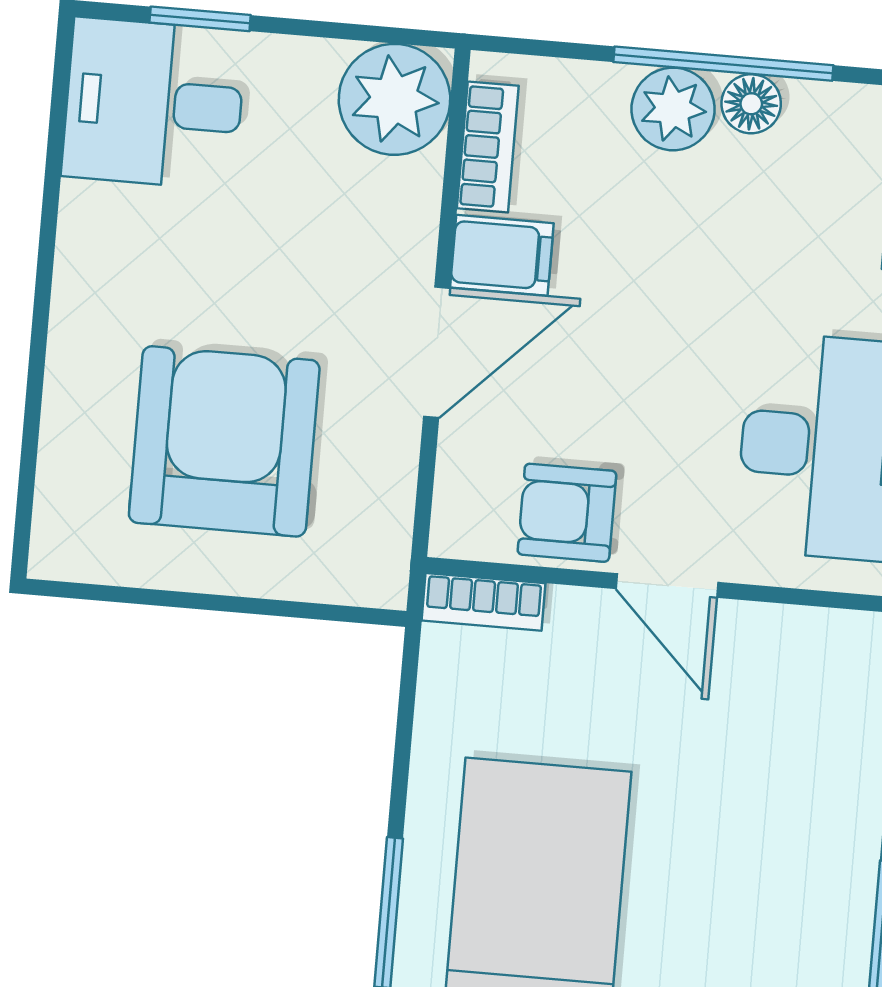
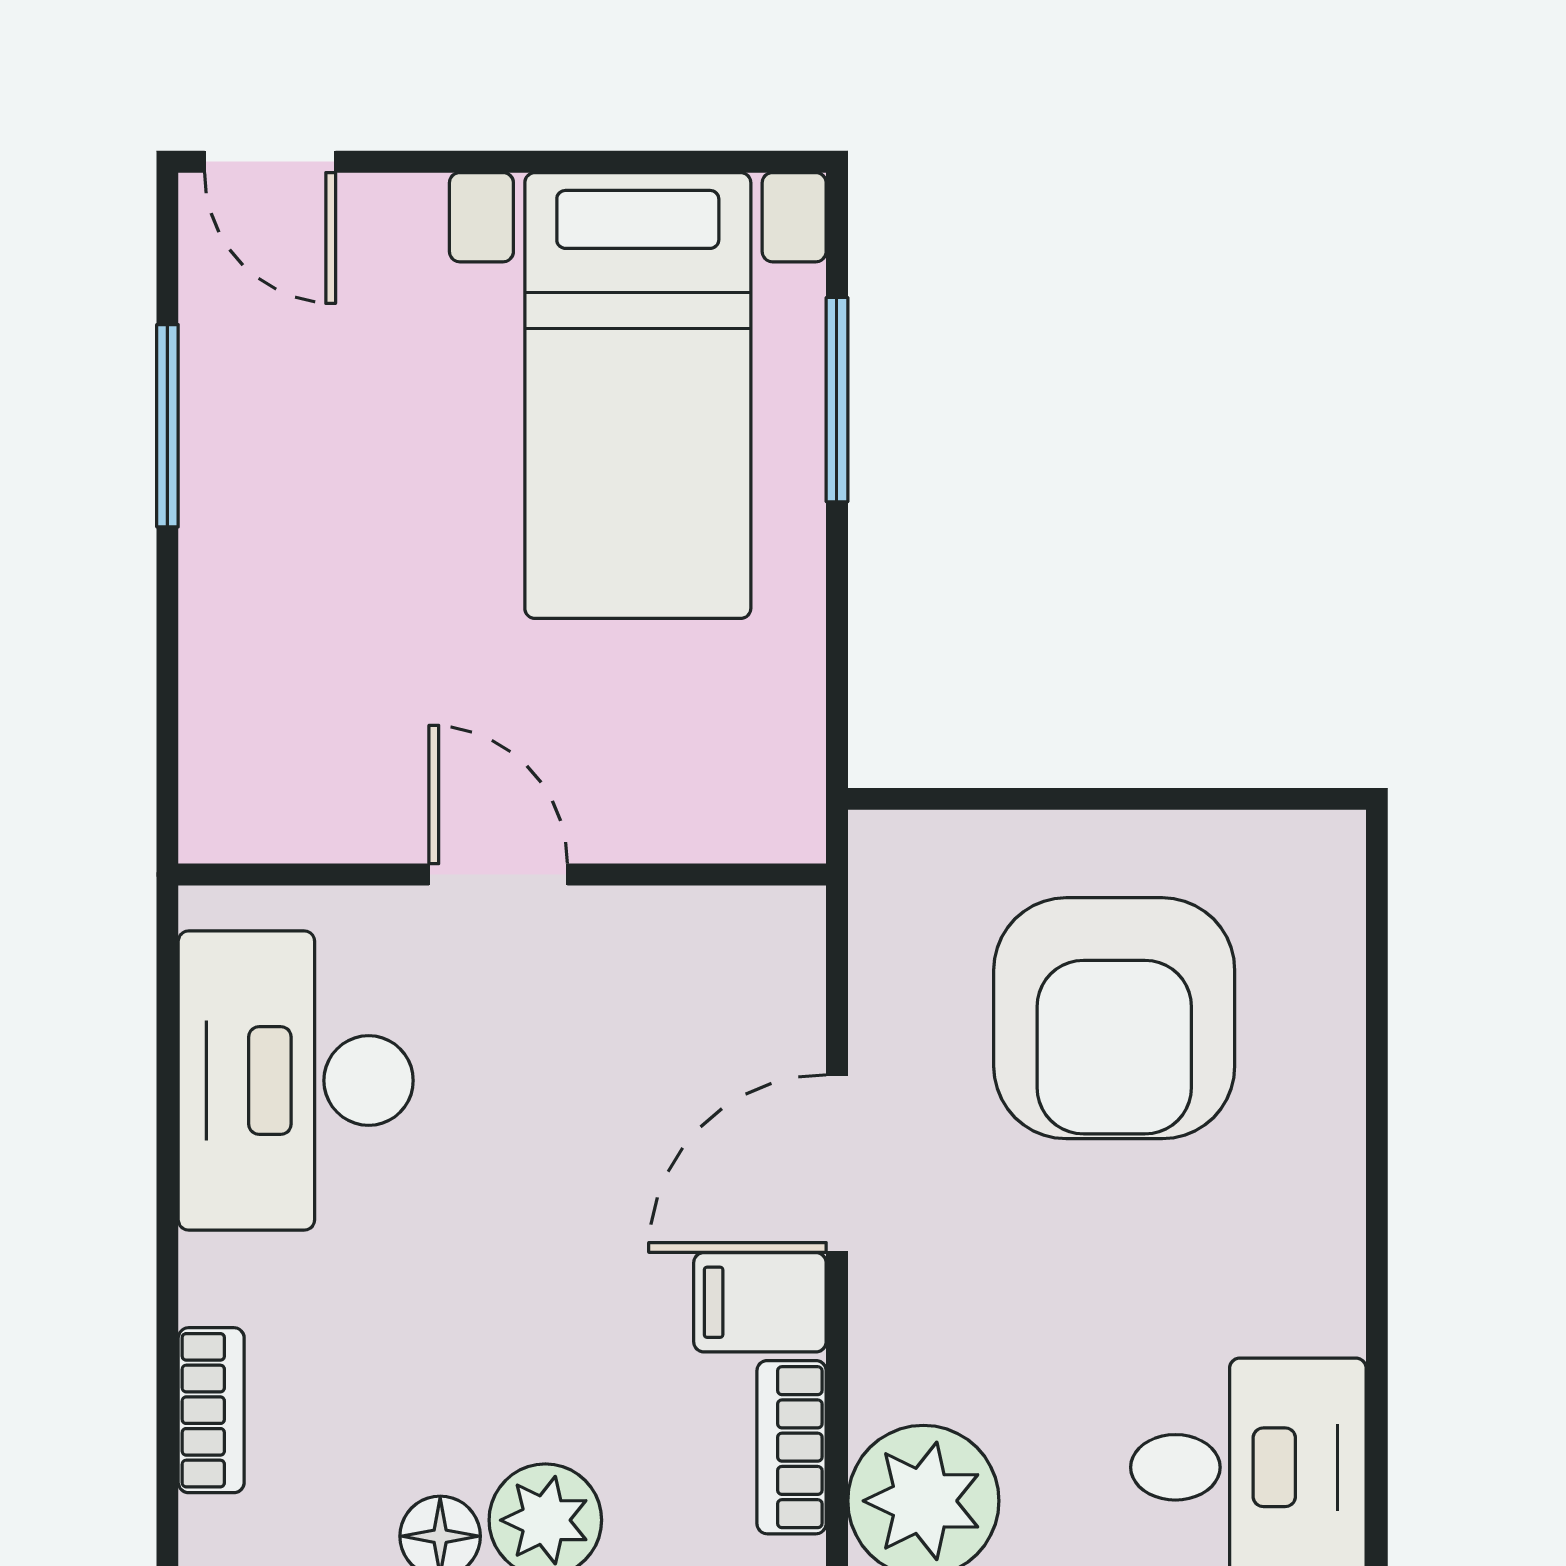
armchair: (567, 513) -> (642, 961), removed
bookcase: (484, 602) -> (745, 831), removed

